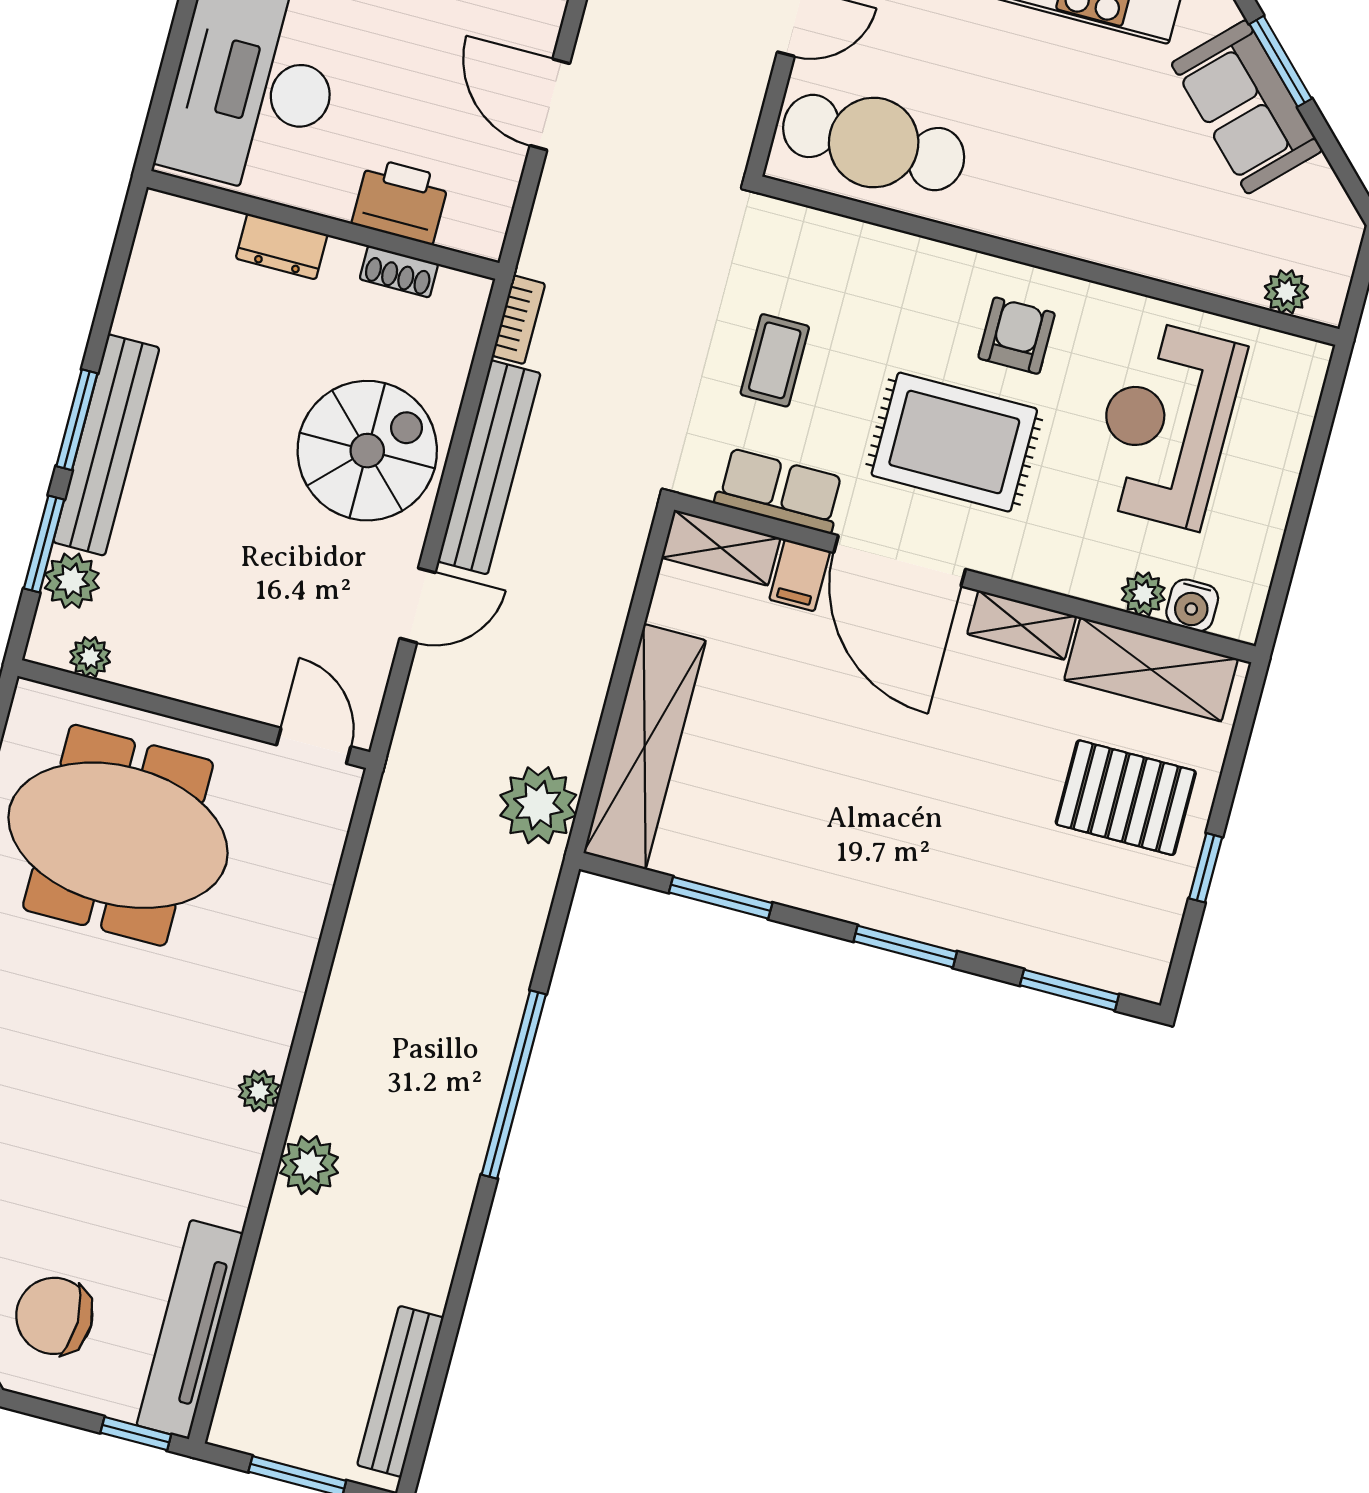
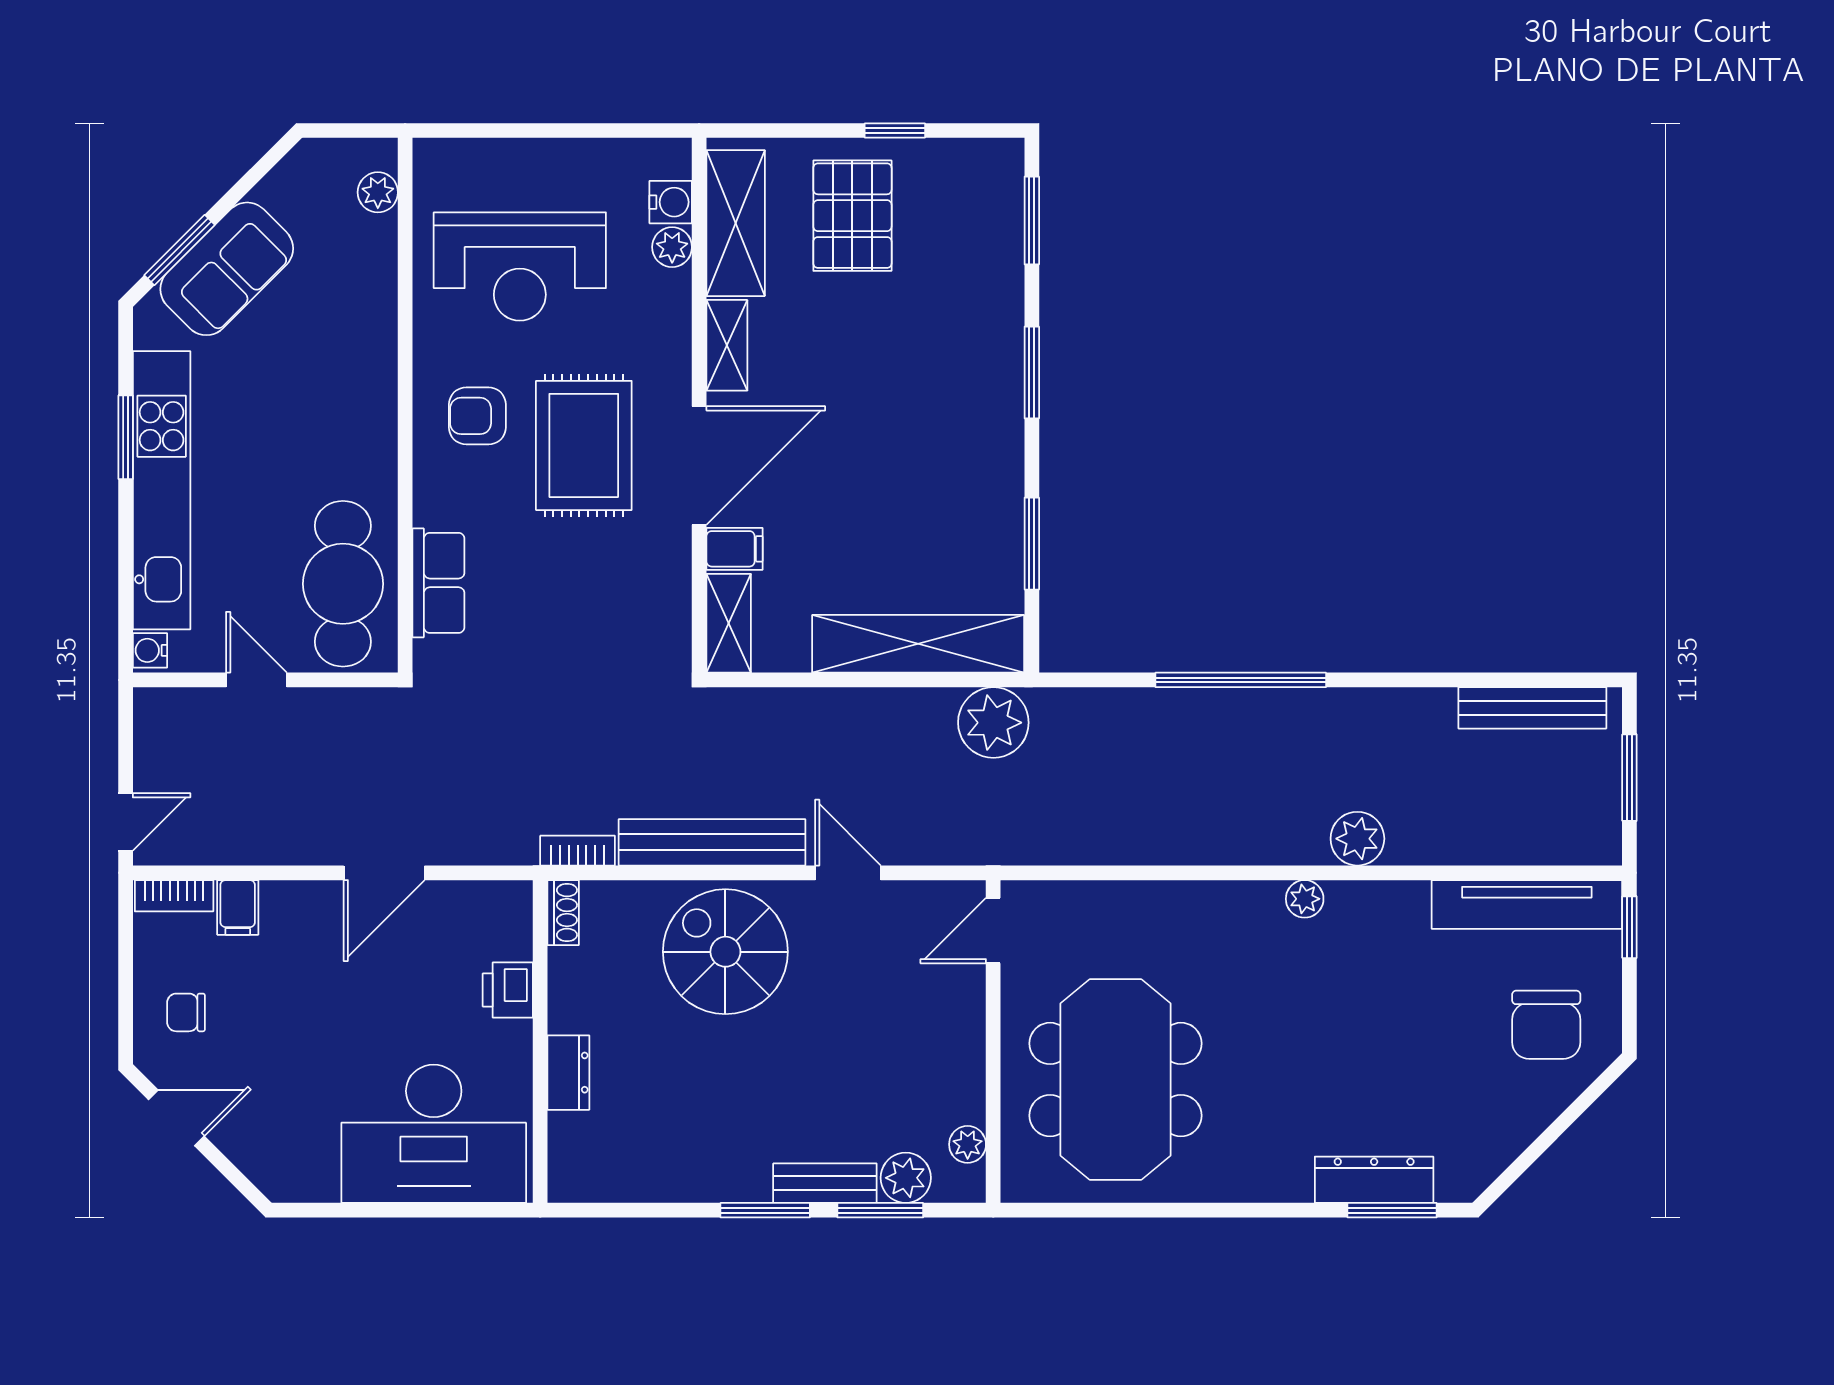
printer: (401, 201) -> (508, 990), width x0.73, depth x0.81
shoe rack: (399, 271) -> (563, 913), moved
coffee table: (775, 360) -> (554, 620), removed
bench: (106, 445) -> (825, 1183), width x0.54, depth x0.82
row of seats: (780, 491) -> (438, 583), moved, turned 180

